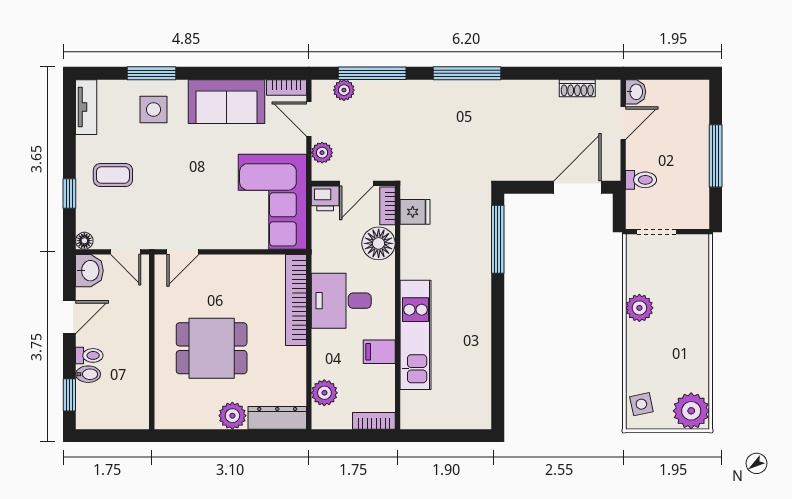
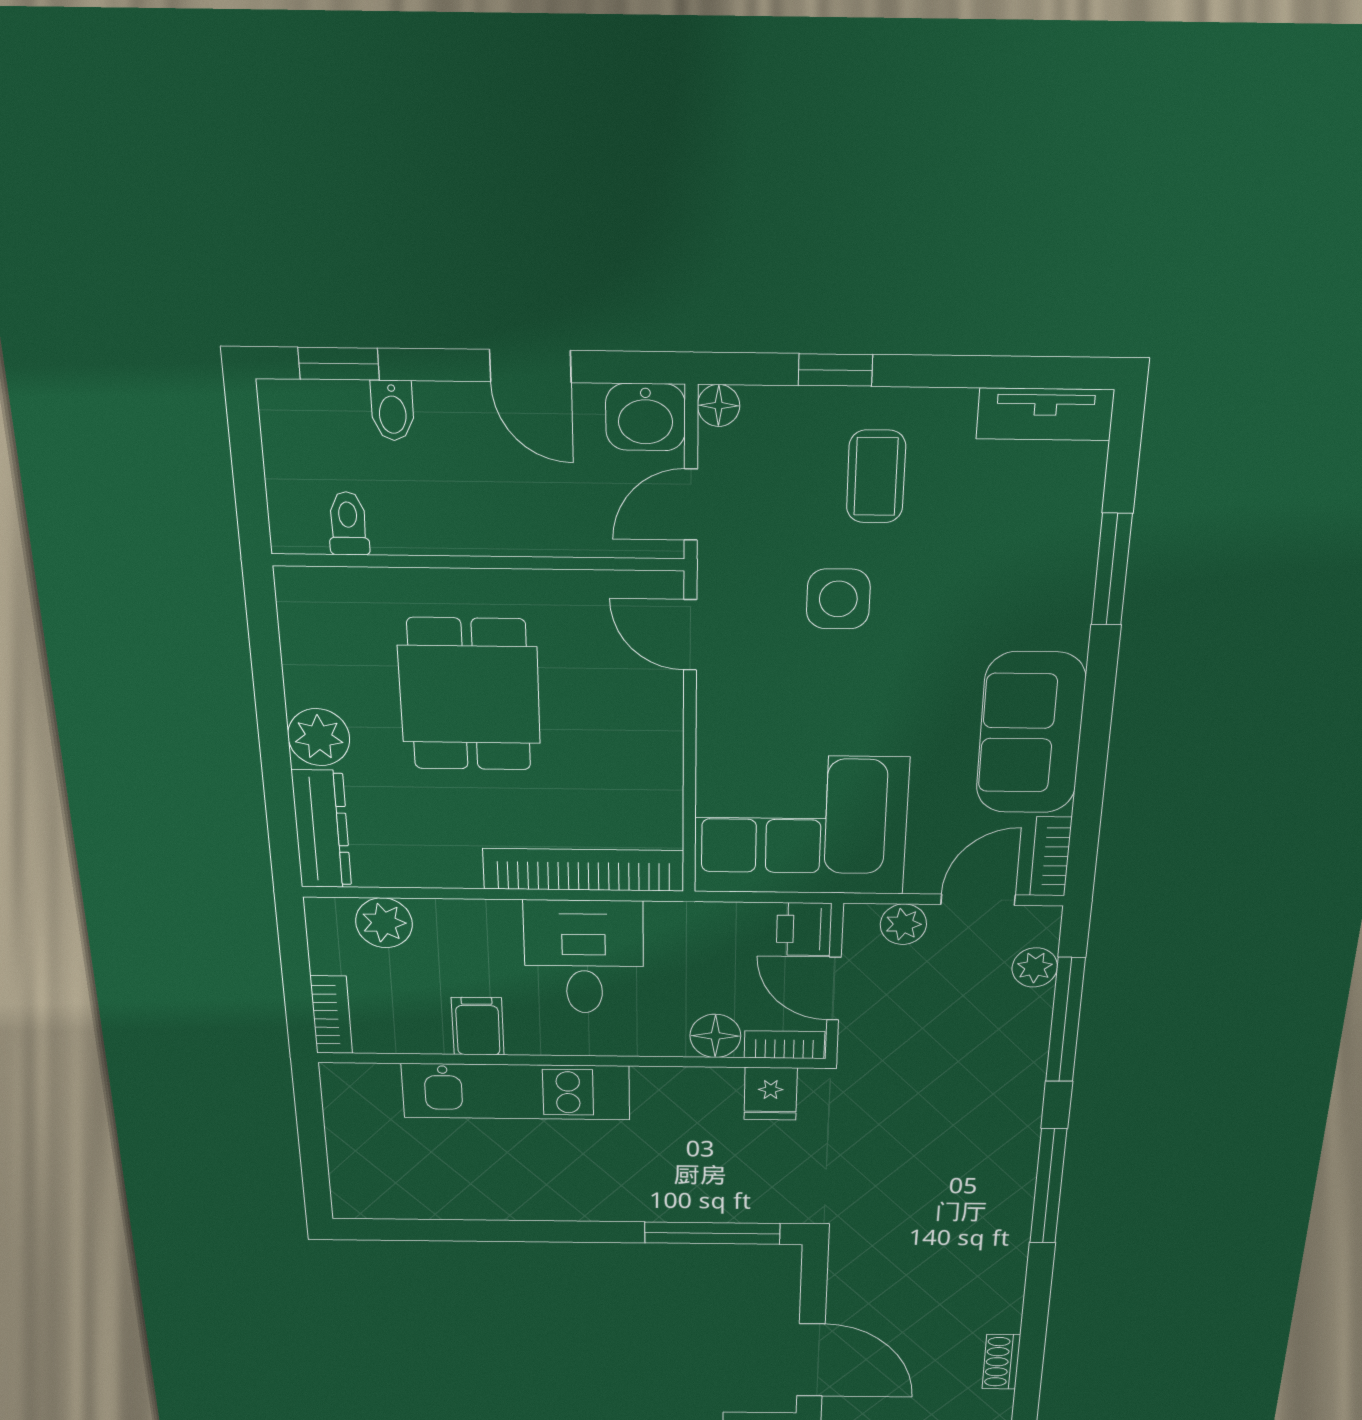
side table: (154, 110) -> (838, 599), moved
floor lamp: (379, 243) -> (715, 1036), width x0.73, depth x0.73
toilet: (89, 355) -> (348, 523), moved, turned 180

